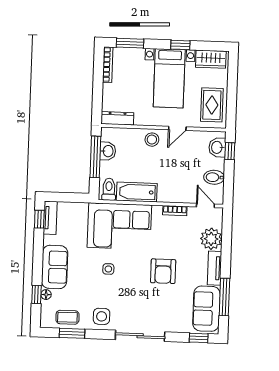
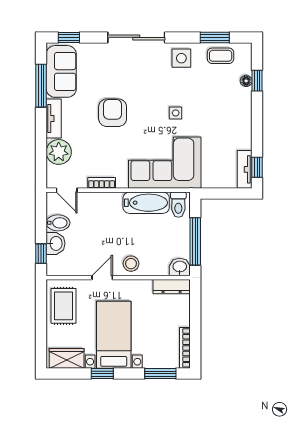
washbasin: (217, 147) -> (56, 243), moved
washbasin: (108, 151) -> (180, 267), moved, turned 90
sofa: (55, 267) -> (238, 113), removed

